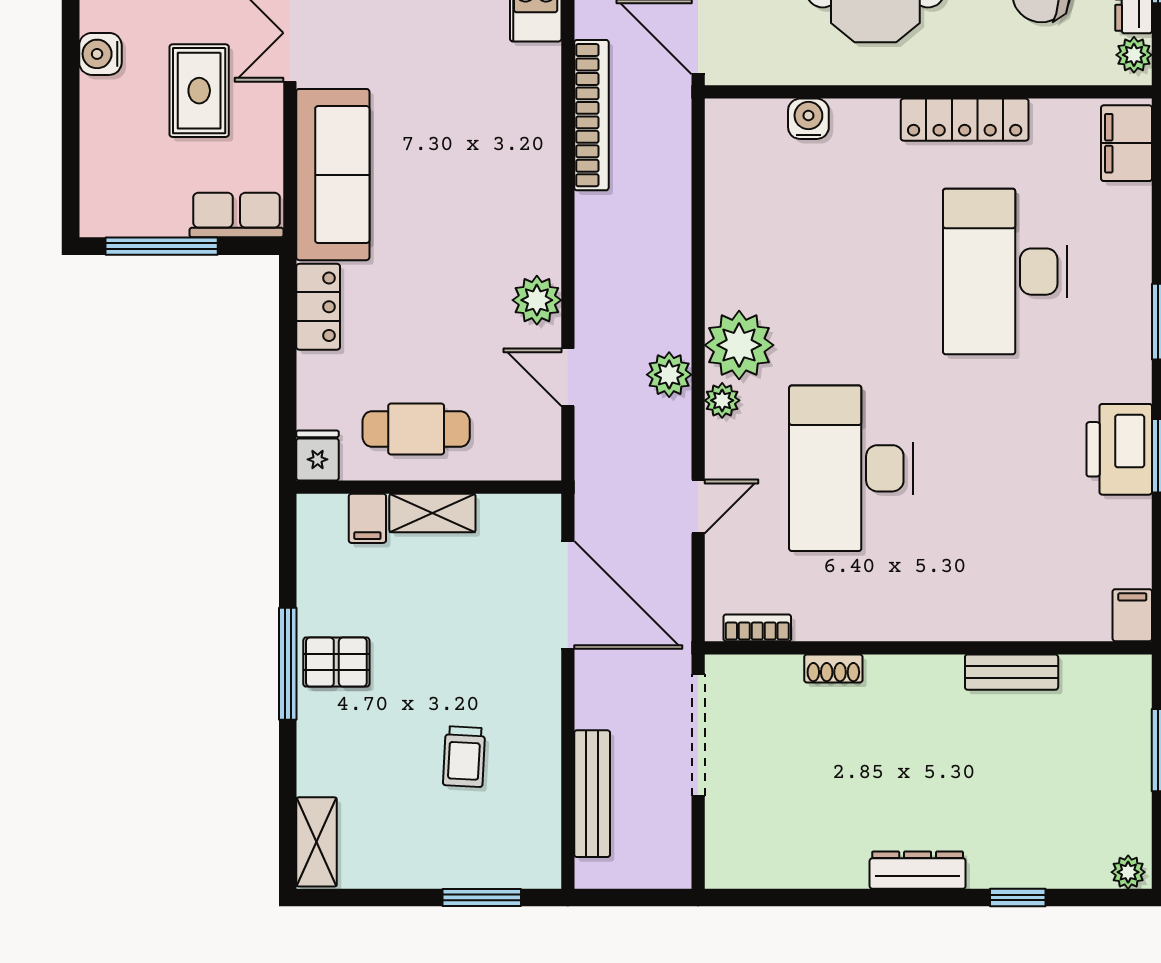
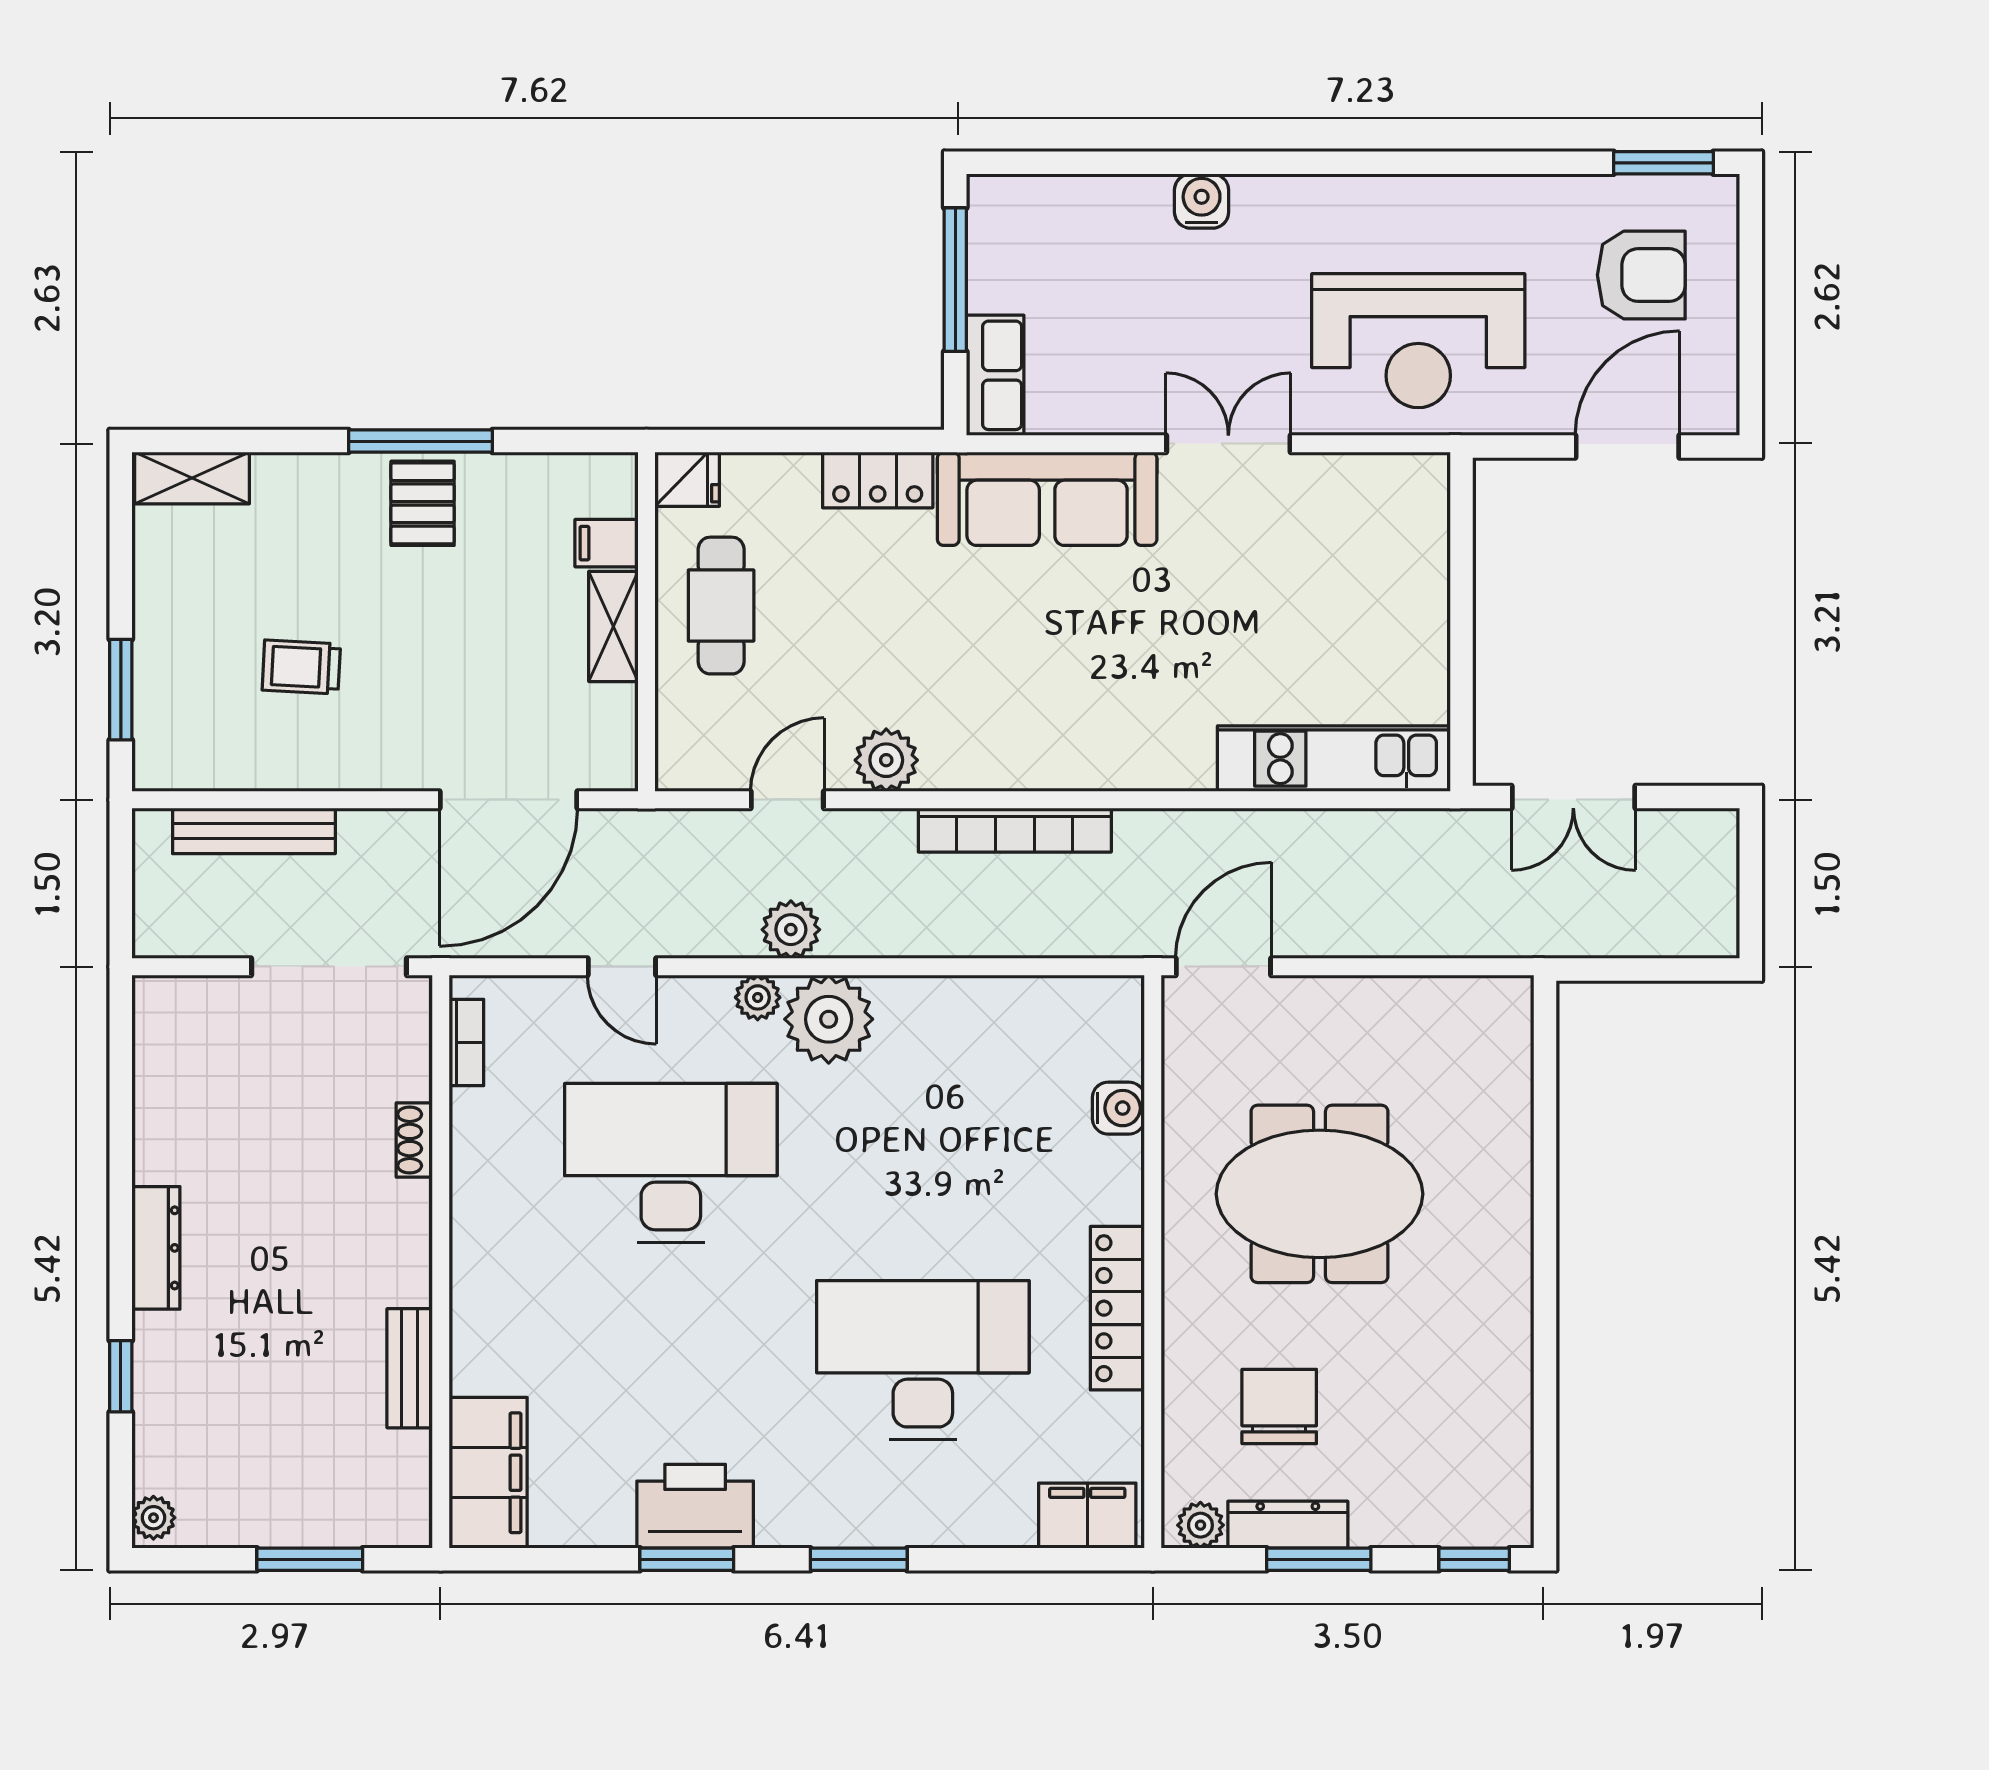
rug: (199, 91) -> (1155, 328), removed
bookcase: (591, 115) -> (1015, 830), moved
filing cabinet: (1132, 615) -> (488, 1473), width x3.00, depth x1.17

